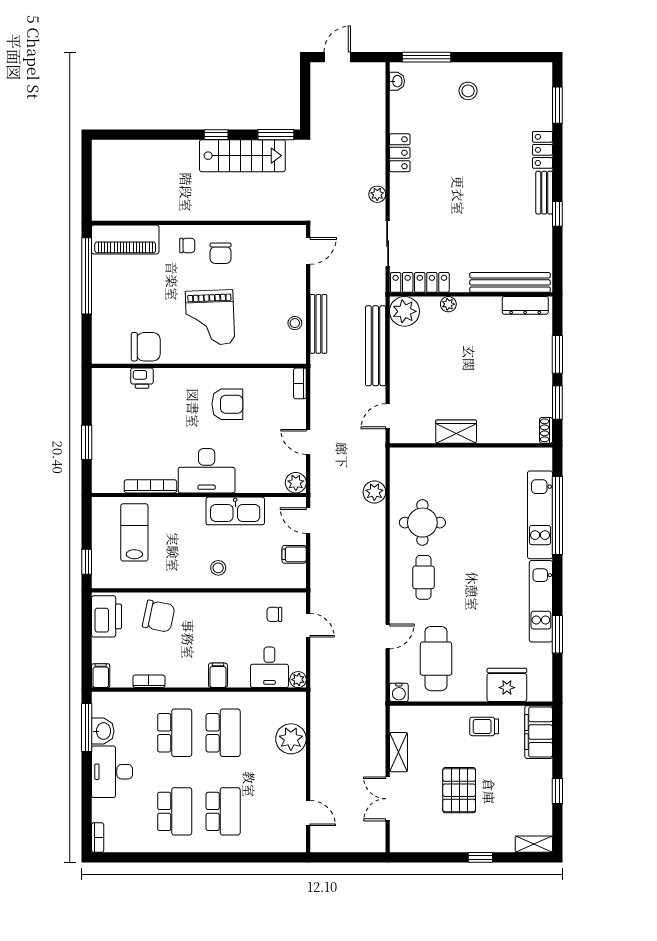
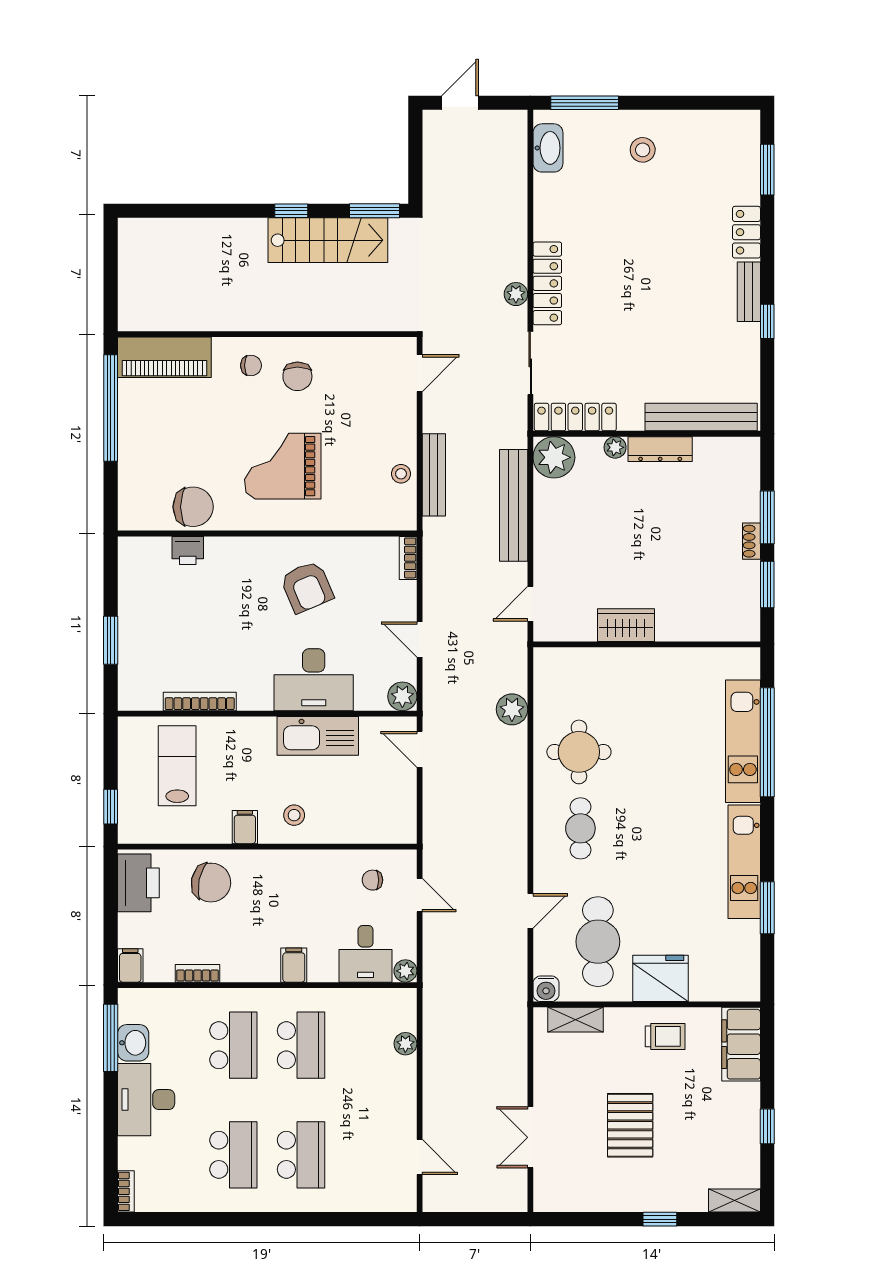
washbasin: (397, 81) -> (548, 148), width x1.91, depth x1.45
locker: (400, 153) -> (547, 283), moved, width x1.53
dresser: (525, 305) -> (660, 449), moved
grand piano: (210, 318) -> (283, 466), turned 92
armchair: (227, 404) -> (307, 587), turned 67
shoe rack: (546, 430) -> (751, 541), moved
desk: (207, 471) -> (314, 680), moved
filing cabinet: (294, 554) -> (245, 827), moved, turned 90
fridge: (507, 685) -> (660, 978), moved
trolley: (484, 726) -> (665, 1036), turned 180
plant: (291, 739) -> (405, 1044), width x0.53, depth x0.53
shelving: (398, 752) -> (575, 1020), moved, turned 90

